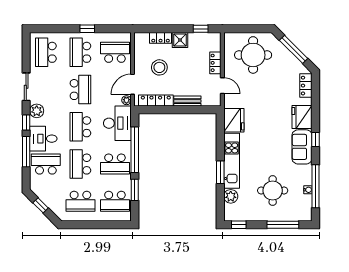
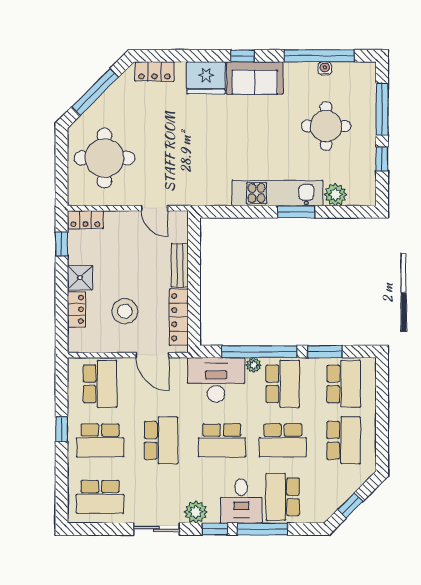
school desk: (115, 52) -> (100, 384), turned 180
locker: (215, 63) -> (85, 220), moved
door: (222, 86) -> (155, 208), swing flipped
school desk: (80, 90) -> (161, 440), turned 90
plant: (126, 100) -> (254, 365), moved
fridge: (234, 120) -> (211, 189), removed
window: (239, 225) -> (382, 159), moved

